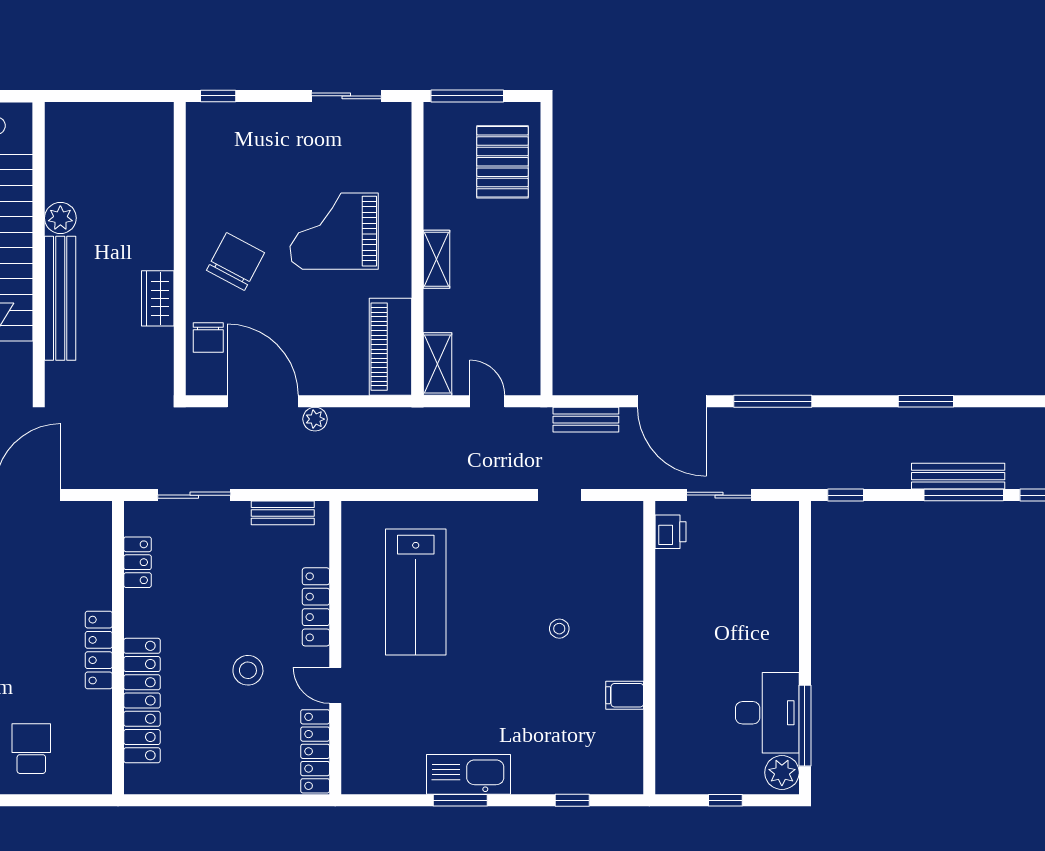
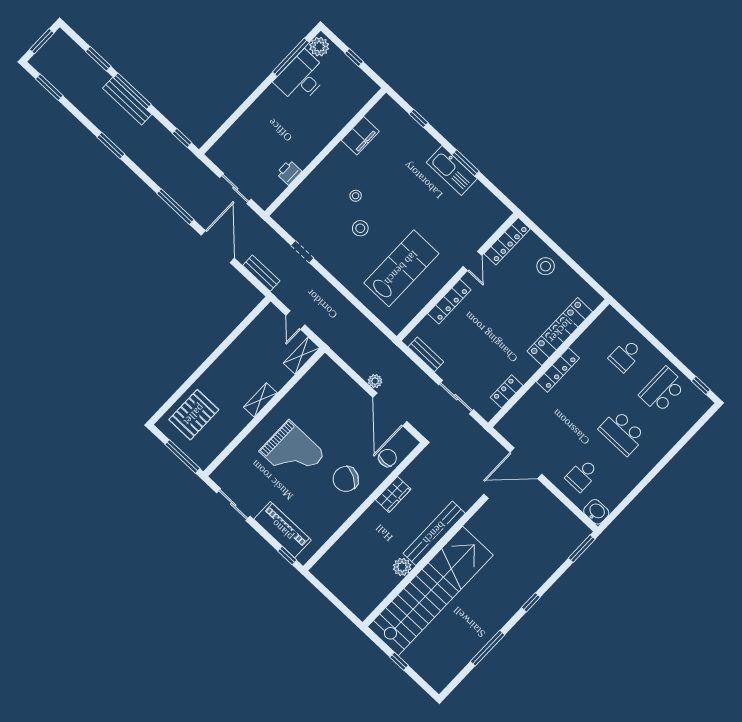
piano: (390, 347) -> (282, 530), moved, turned -90
printer: (671, 532) -> (289, 172), moved
stool: (515, 593) -> (360, 228), added
stool: (248, 670) -> (546, 266), moved
filing cabinet: (625, 695) -> (360, 136), width x2.00

